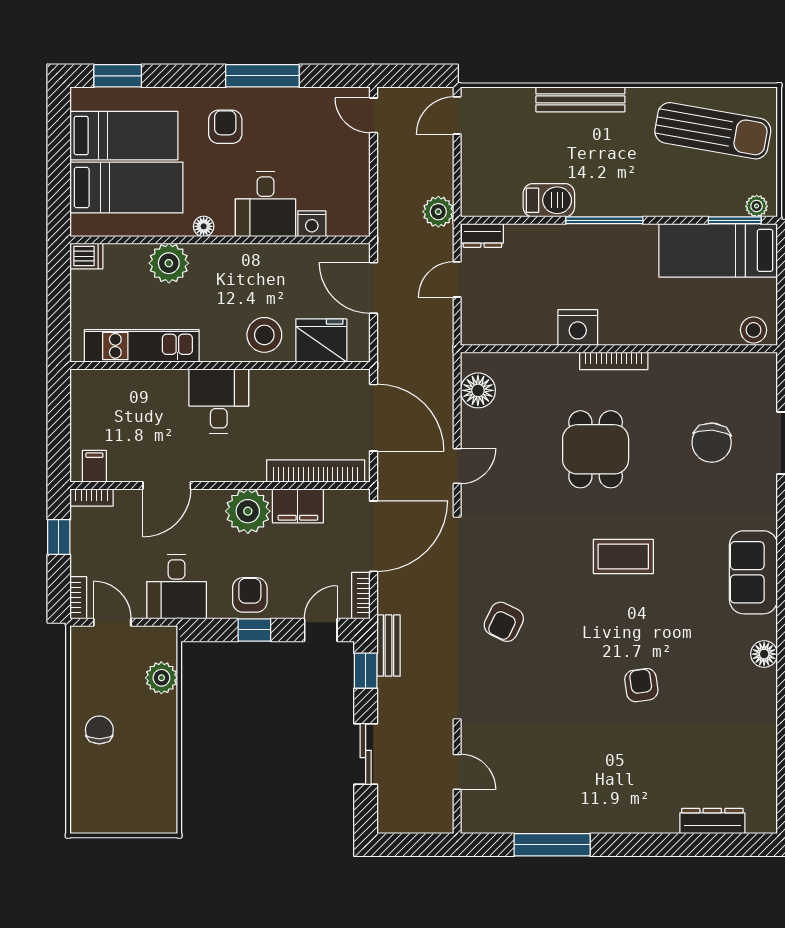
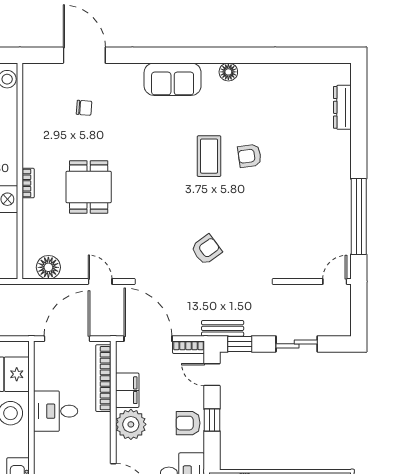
bookcase: (614, 361) -> (28, 183), width x0.64
desk: (219, 401) -> (56, 411), moved
chair: (712, 443) -> (84, 108), width x0.54, depth x0.54
dining table: (596, 449) -> (89, 187), turned 90
coffee table: (623, 556) -> (209, 156), moved
armchair: (504, 622) -> (206, 250), turned -62
door: (457, 772) -> (335, 281), moved
window: (552, 845) -> (359, 217), width x1.46

